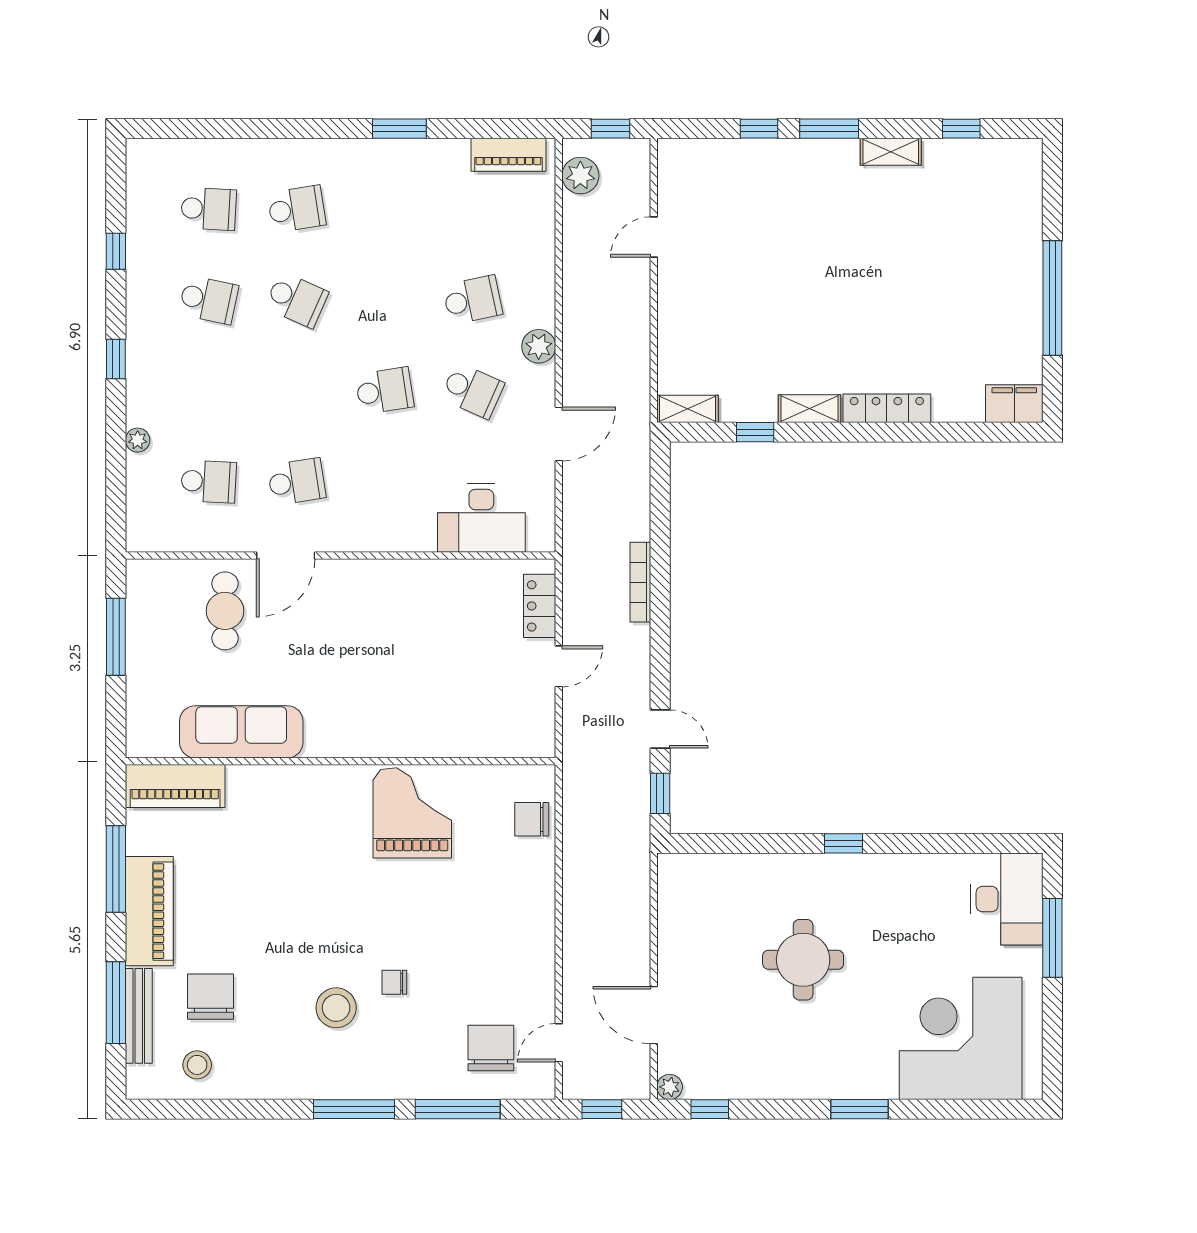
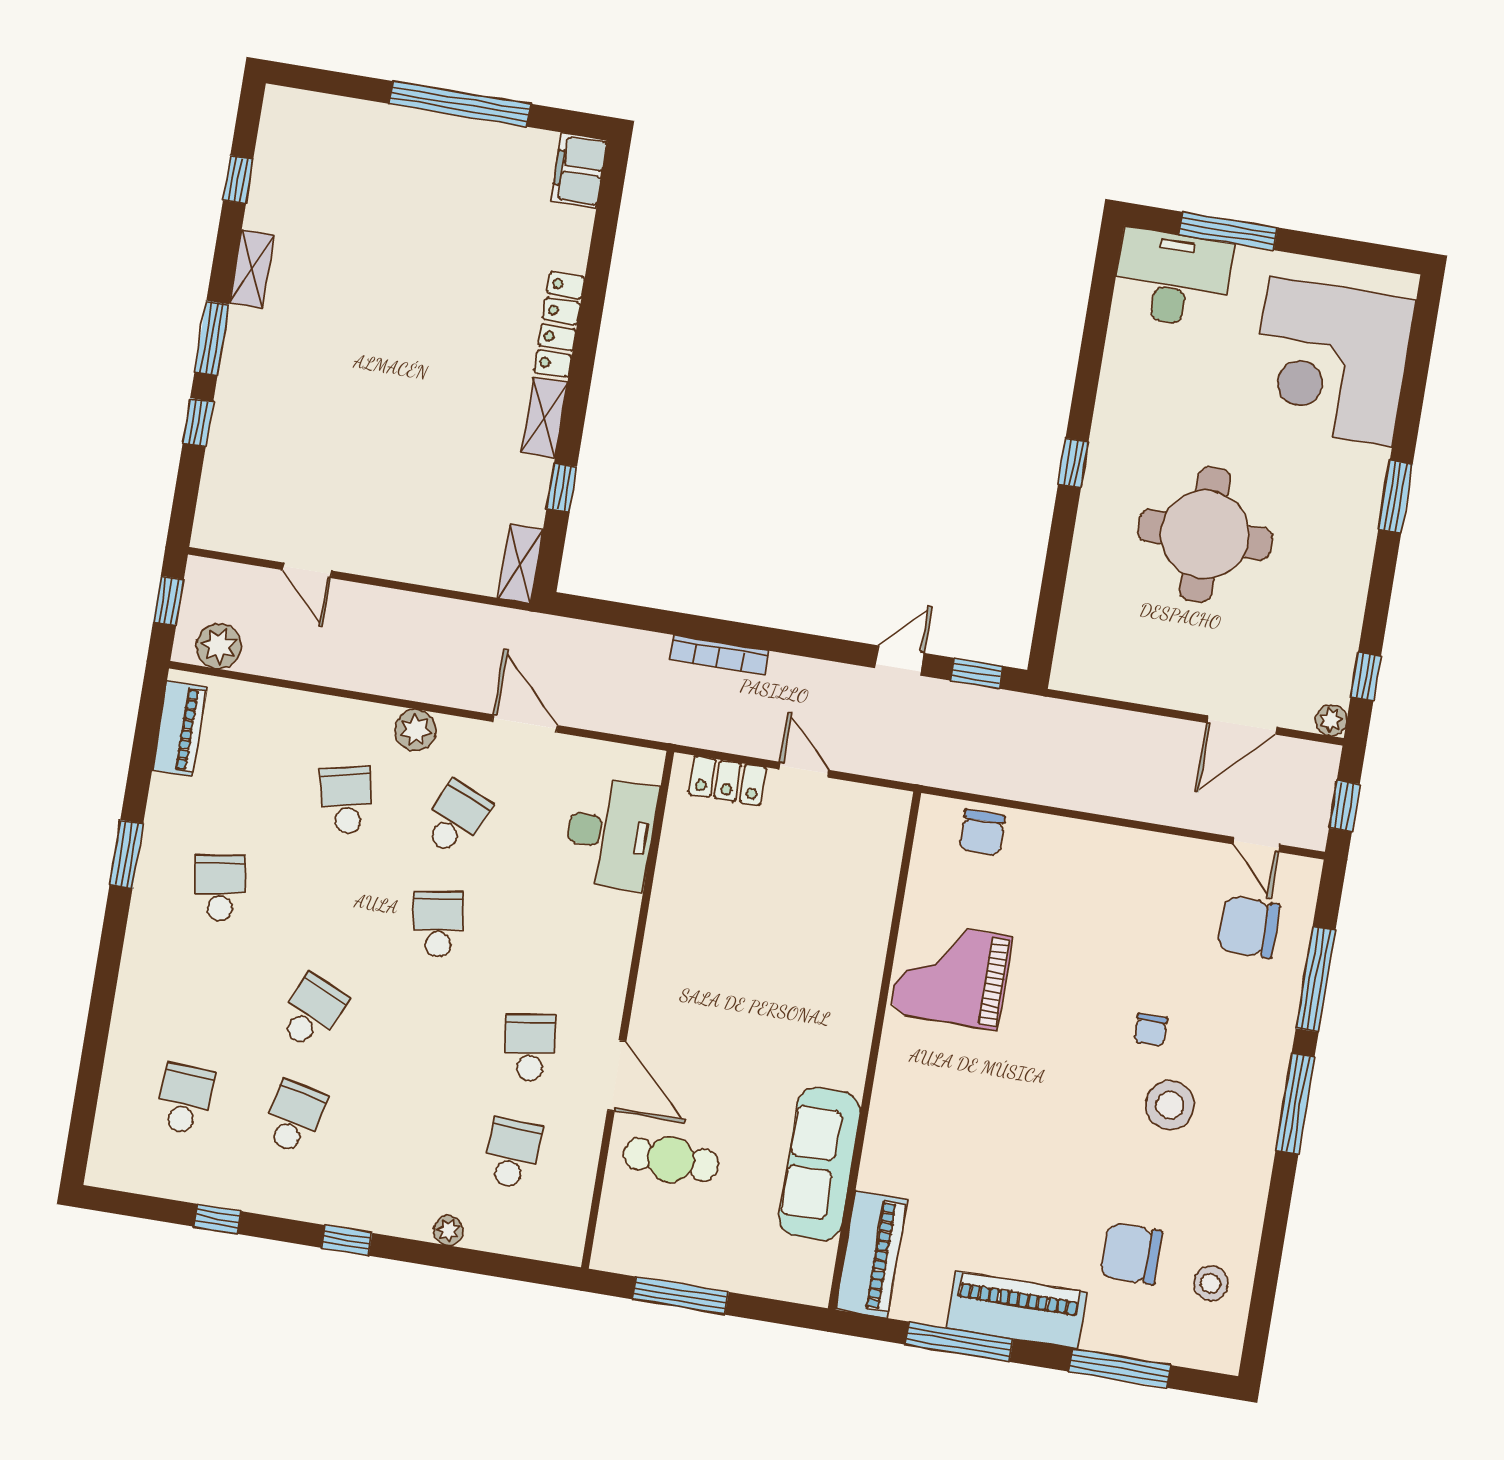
school desk: (297, 209) -> (220, 888), moved
round table: (803, 960) -> (1205, 535), width x1.36, depth x1.36
bench: (139, 1016) -> (1140, 1344), removed

